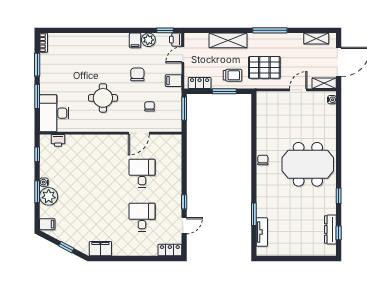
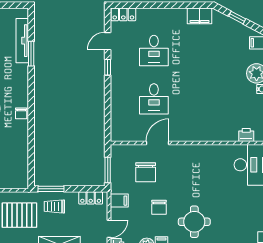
window: (224, 91) -> (51, 189), moved
round table: (103, 98) -> (194, 222), moved
chair: (150, 106) -> (146, 172), width x1.87, depth x1.87
tv unit: (262, 232) -> (22, 41), width x1.41

